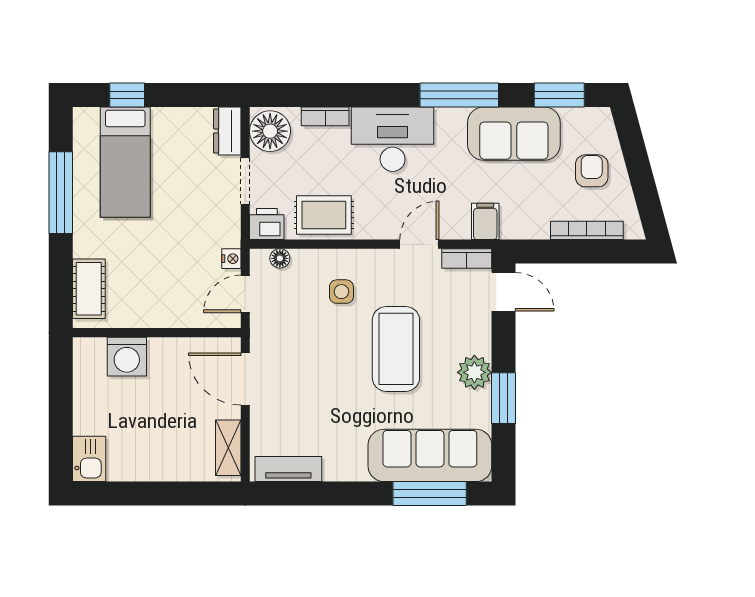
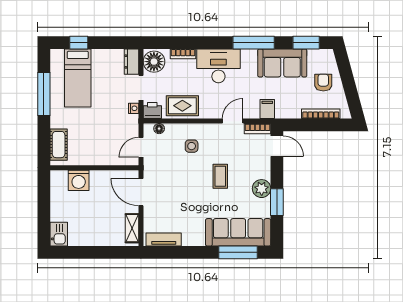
nightstand: (231, 259) -> (134, 108), moved
coffee table: (396, 349) -> (220, 176), width x0.54, depth x0.58

